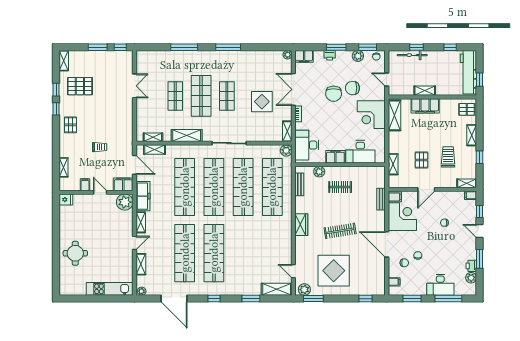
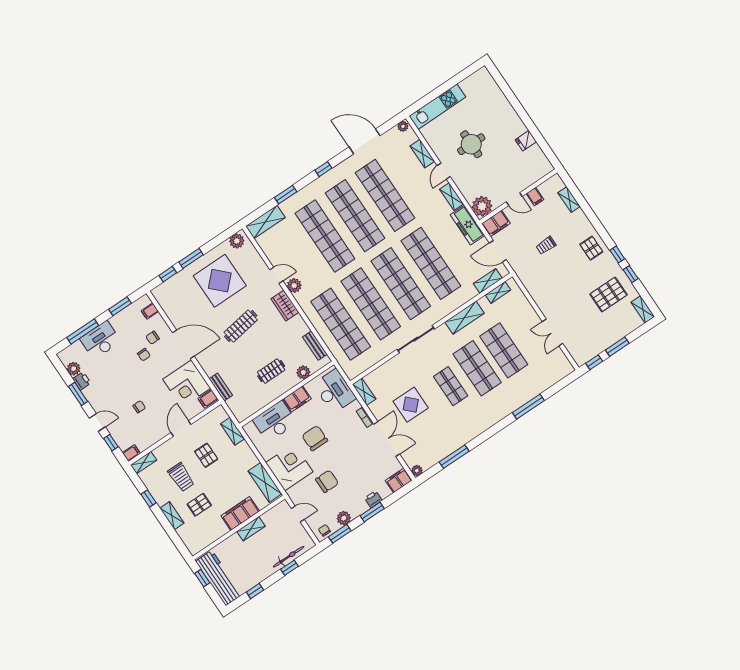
window: (228, 47) -> (454, 457), moved
chair: (334, 94) -> (315, 438), moved
shop shelf: (175, 96) -> (504, 350), width x1.43, depth x1.36
pallet: (467, 109) -> (199, 505), moved
plant: (286, 151) -> (294, 286), moved
fridge: (66, 200) -> (526, 141), moved
round table: (75, 253) -> (471, 144), moved
shop shelf: (243, 253) -> (325, 236), added
door: (293, 271) -> (276, 275), moved
window: (313, 299) -> (191, 258), moved

